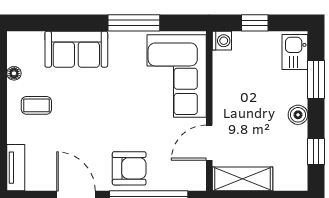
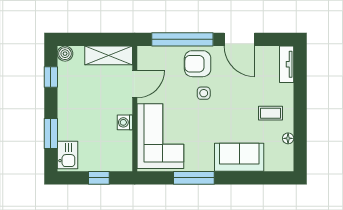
washing machine: (222, 41) -> (125, 122), moved
boiler: (298, 115) -> (65, 54), moved
side table: (121, 131) -> (204, 93), added

